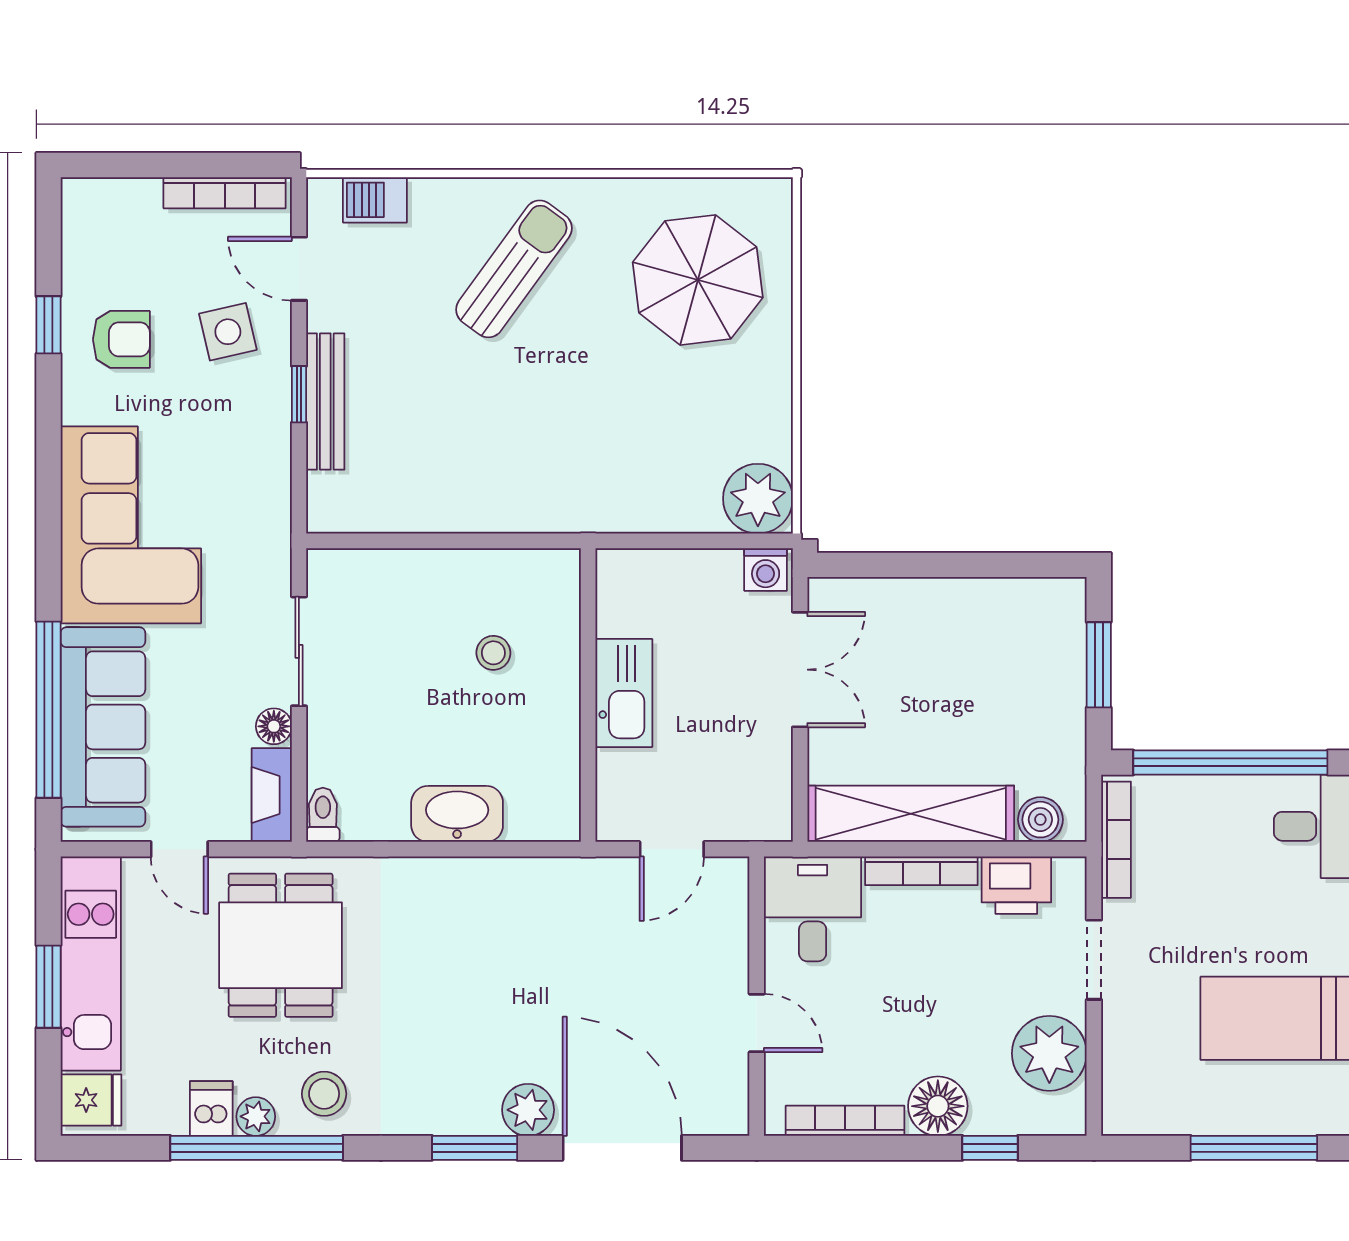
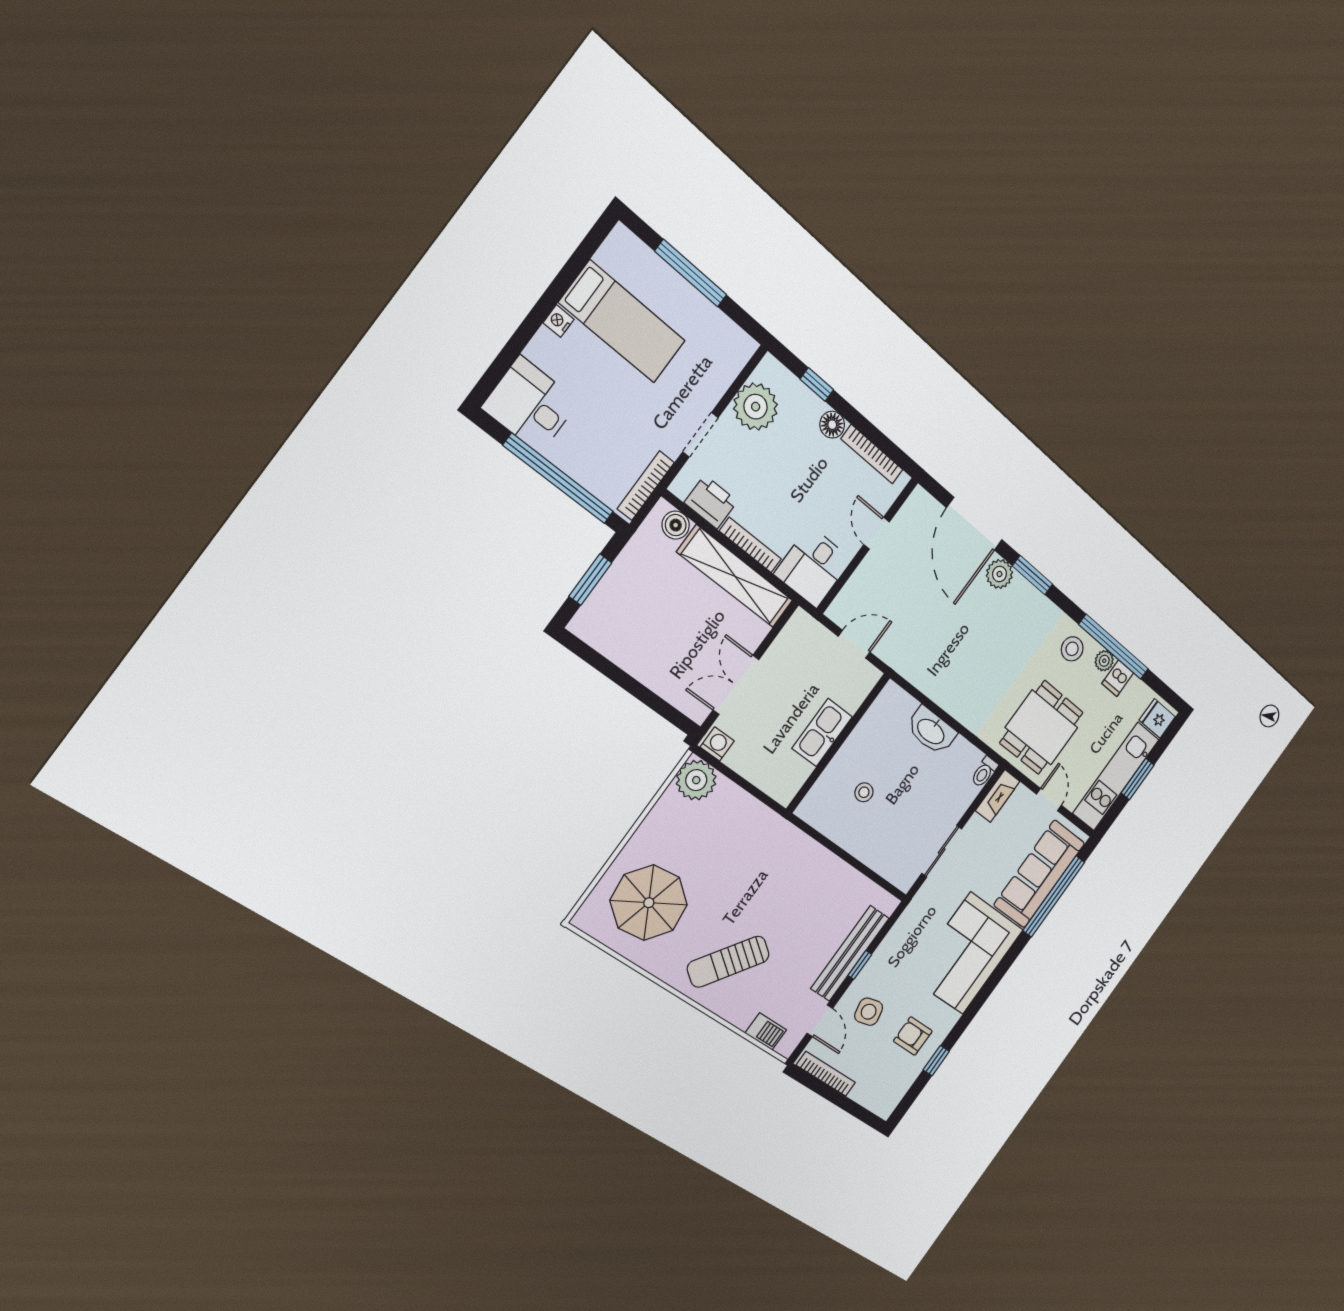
bench: (325, 401) -> (850, 953), width x1.37, depth x1.21
floor lamp: (274, 726) -> (975, 825), removed
floor lamp: (938, 1106) -> (832, 425), width x0.73, depth x0.73

